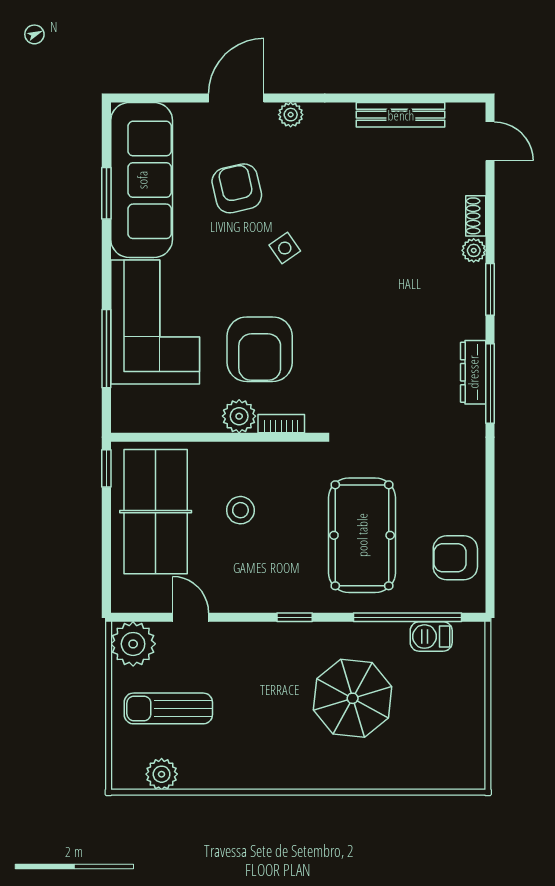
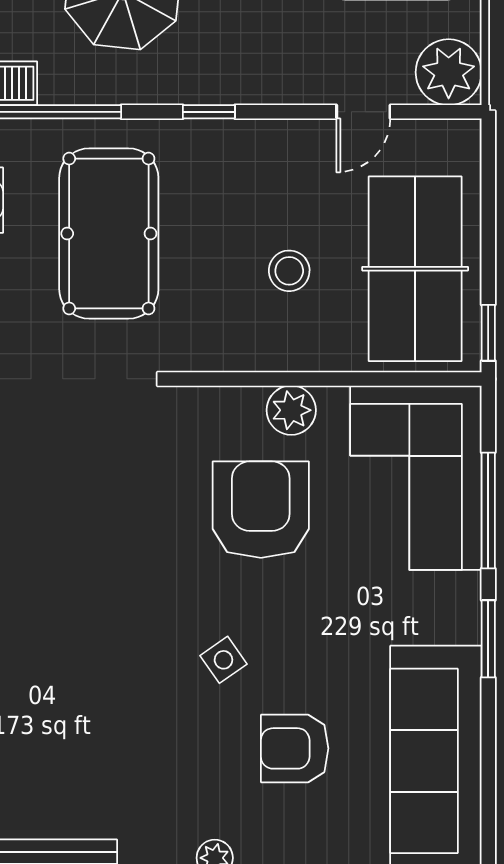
armchair: (237, 188) -> (295, 748), turned 103
window: (106, 193) -> (488, 639), moved
corner sofa: (155, 322) -> (416, 478), moved
bookcase: (281, 424) -> (229, 399), removed
door: (191, 617) -> (363, 112), hinge flipped

